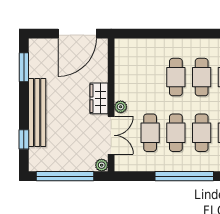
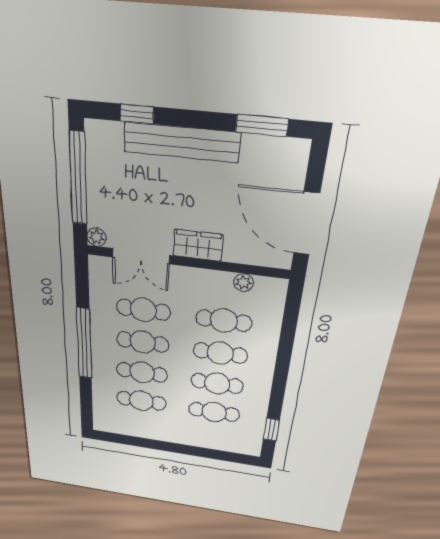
cafe table: (150, 77) -> (224, 321), added
plant: (121, 107) -> (243, 283), moved

